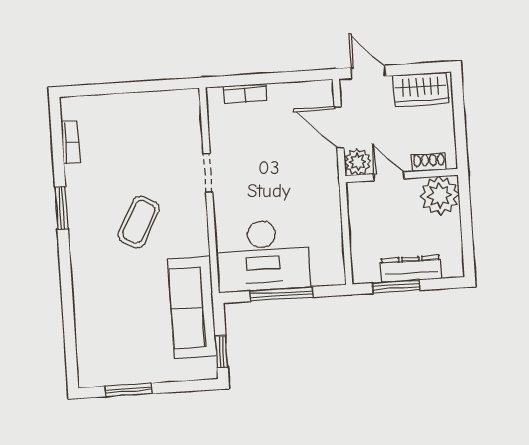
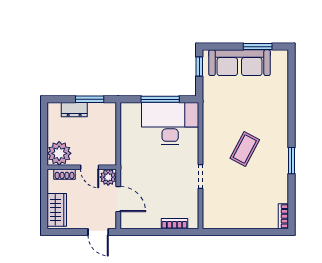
wardrobe: (420, 89) -> (57, 210), moved, turned 90
bookcase: (70, 142) -> (283, 216), moved
dresser: (411, 269) -> (74, 110), width x0.70
sofa: (192, 308) -> (240, 63), moved, turned 90

